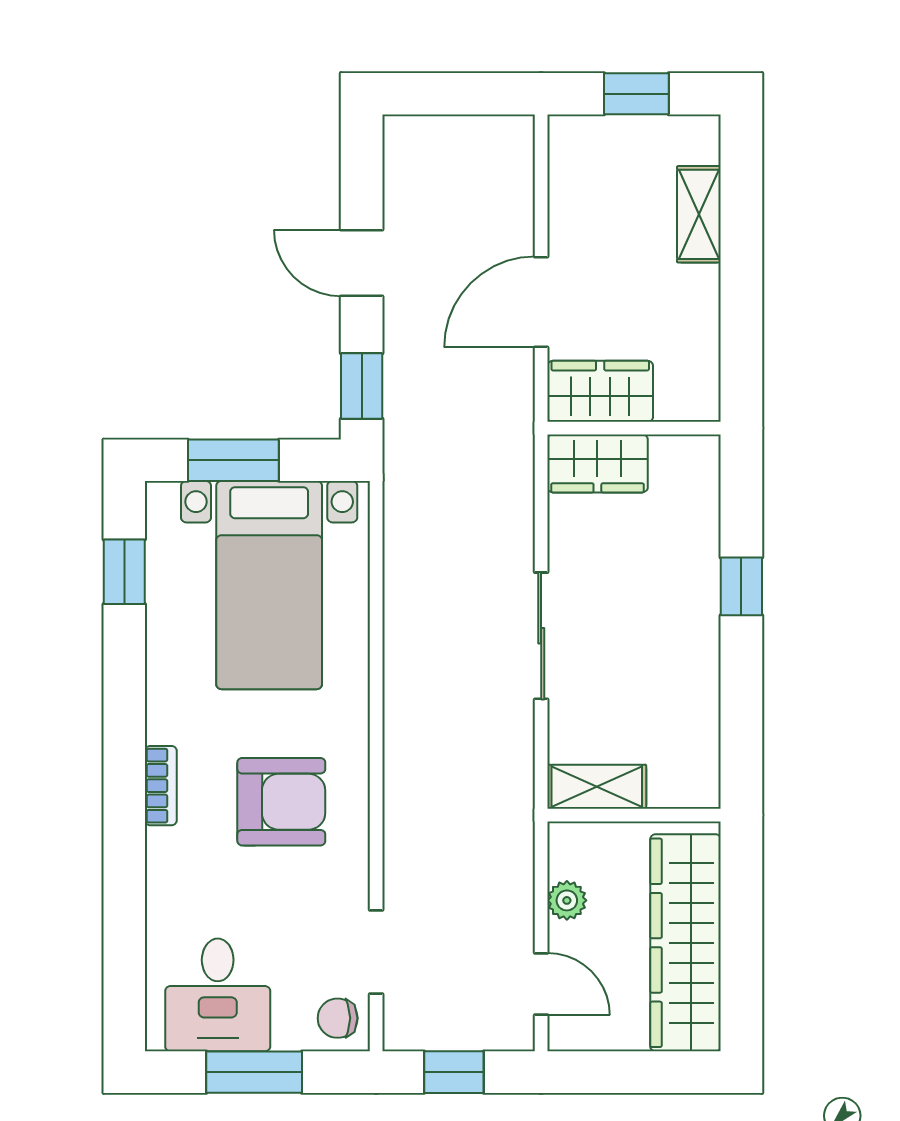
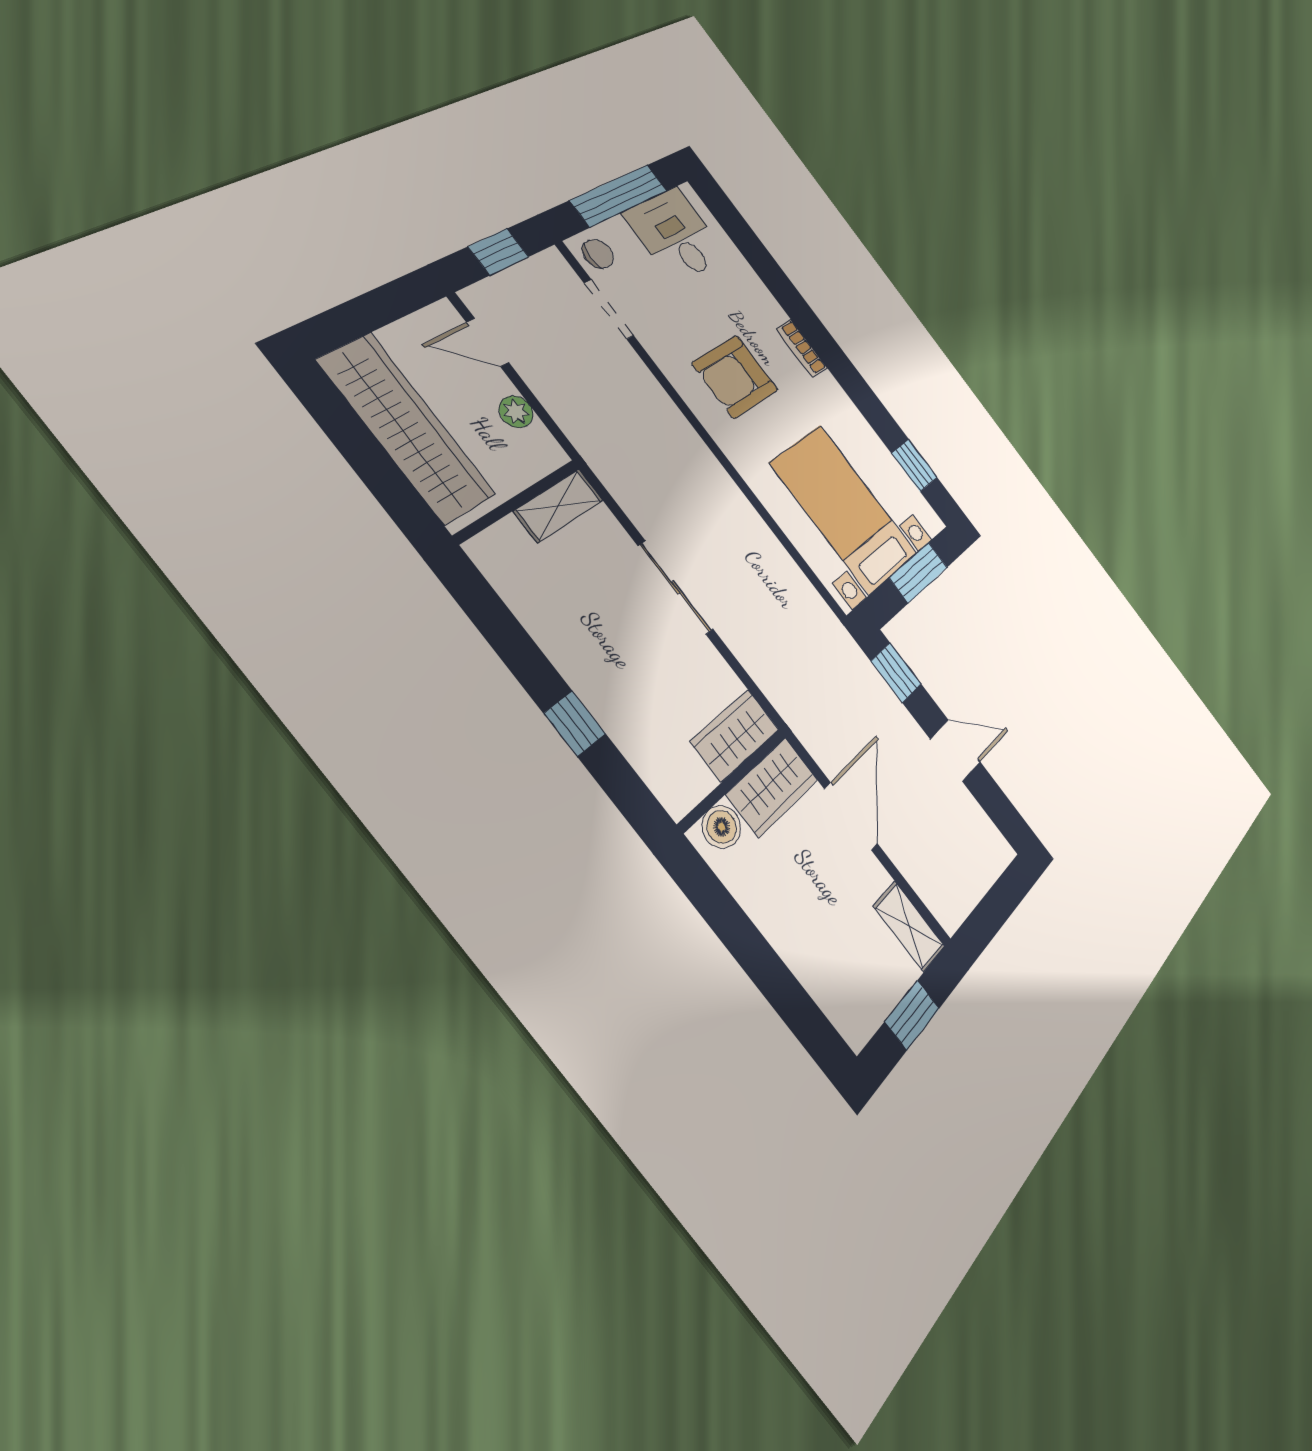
shelving: (699, 214) -> (909, 926), moved
boiler: (680, 399) -> (722, 827), added
window: (254, 1072) -> (619, 196), width x1.44

